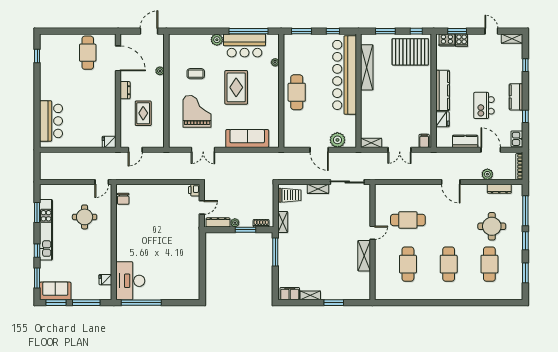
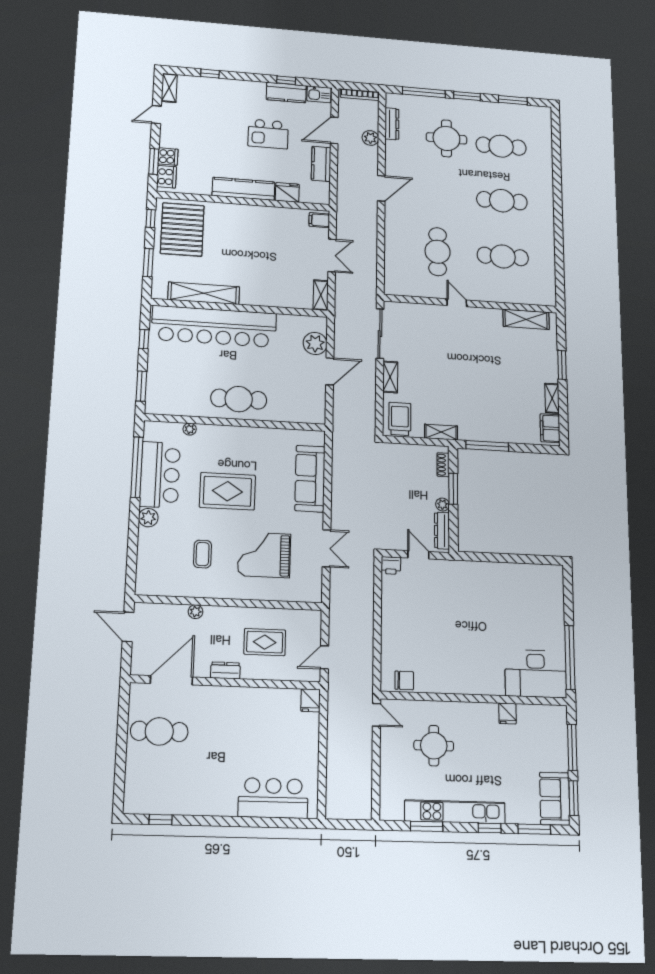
kitchen counter: (516, 97) -> (286, 93), moved
door: (135, 150) -> (324, 657), swing flipped
shelving: (364, 256) -> (526, 319), moved
fridge: (105, 280) -> (507, 714), moved

